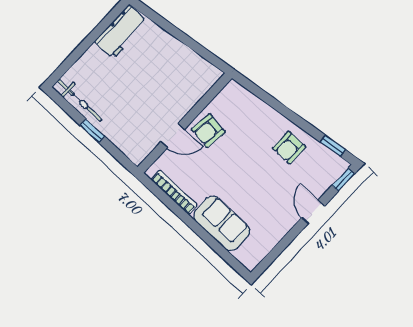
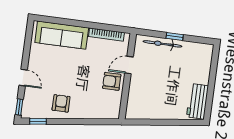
bicycle: (79, 100) -> (162, 44), moved
armchair: (208, 131) -> (112, 81), turned -97
sofa: (222, 223) -> (62, 35), width x1.36

